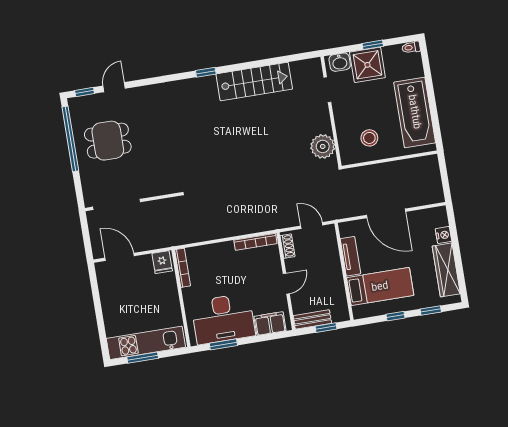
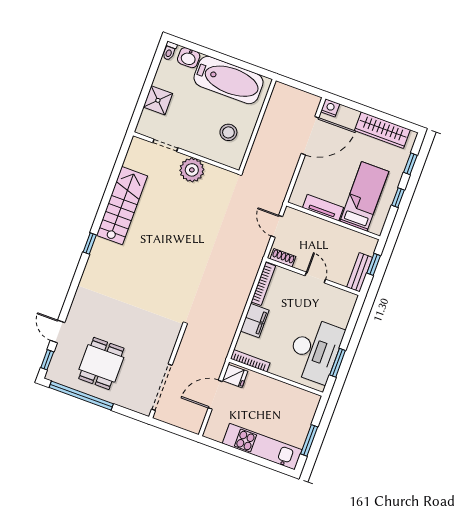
window: (373, 45) -> (148, 83), removed
washbasin: (340, 62) -> (189, 58), moved, turned 90
shower: (367, 65) -> (158, 100), width x0.73, depth x0.73
plant: (323, 146) -> (192, 170), moved
door: (386, 213) -> (310, 136), moved
door: (312, 226) -> (277, 226), hinge flipped
nightstand: (443, 235) -> (330, 108), moved
door: (120, 257) -> (215, 395), moved
filing cabinet: (270, 324) -> (255, 321), moved, turned 180
kitchen unit: (146, 343) -> (262, 447), moved, turned 90

